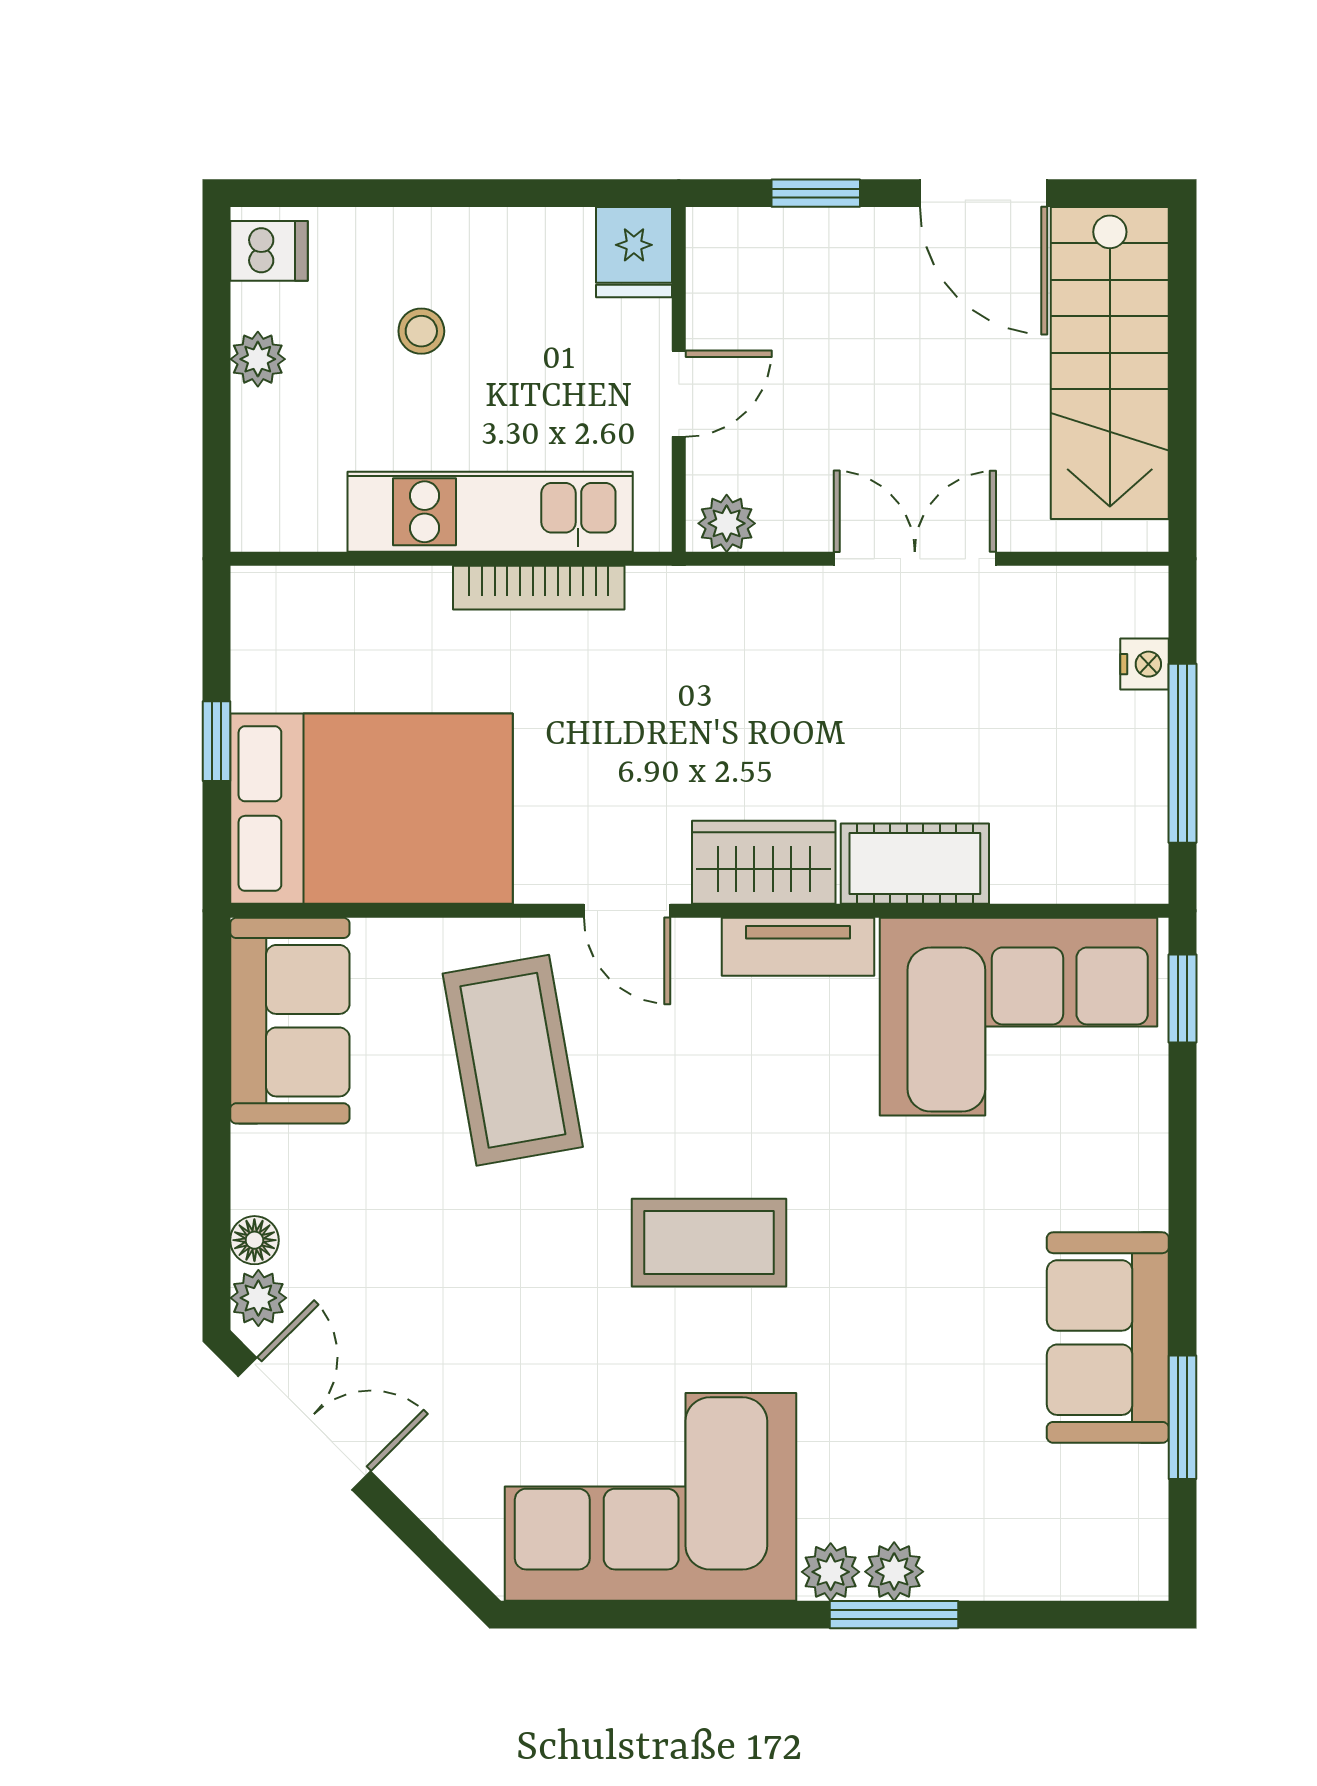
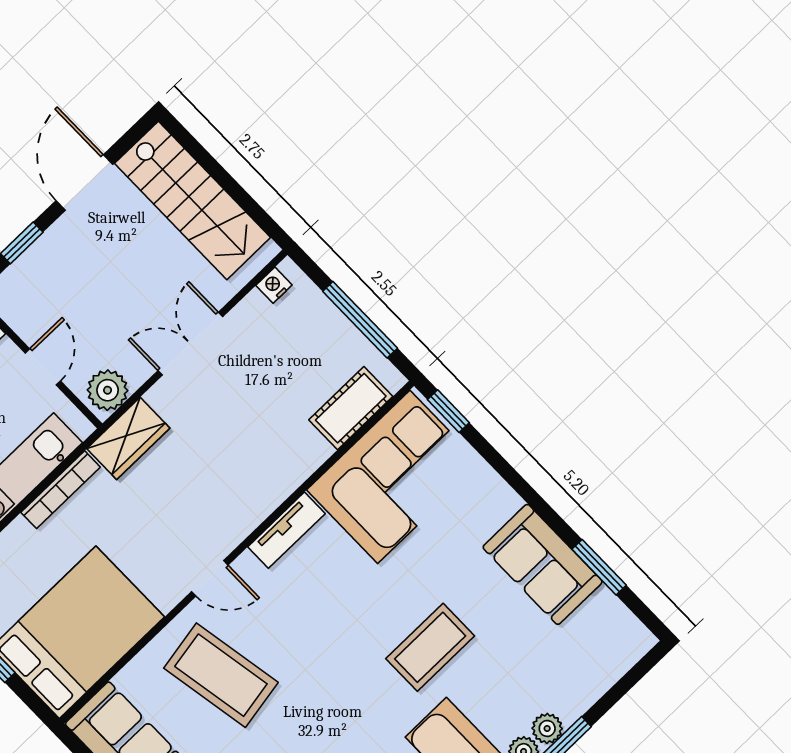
door: (984, 193) -> (84, 183), swing flipped
plant: (727, 523) -> (108, 390), width x1.38, depth x1.38
nightstand: (1145, 664) -> (274, 285), moved, turned -90
wardrobe: (764, 862) -> (128, 438), moved, turned 180
cot: (915, 864) -> (351, 408), moved
coffee table: (709, 1243) -> (430, 647), moved

